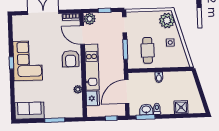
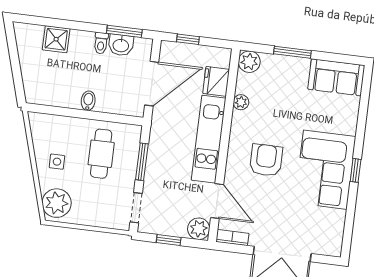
armchair: (71, 59) -> (266, 160), moved
plant: (77, 111) -> (249, 62), added

